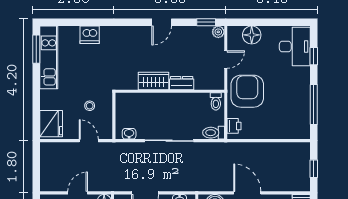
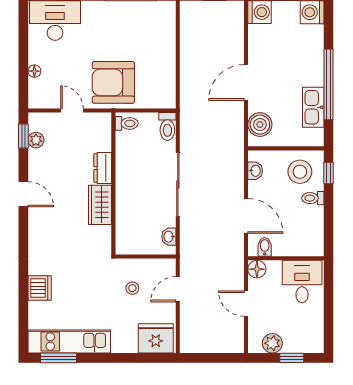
plant: (218, 32) -> (36, 140), moved
floor lamp: (252, 35) -> (34, 71), width x0.53, depth x0.53
printer: (234, 126) -> (159, 100), removed

